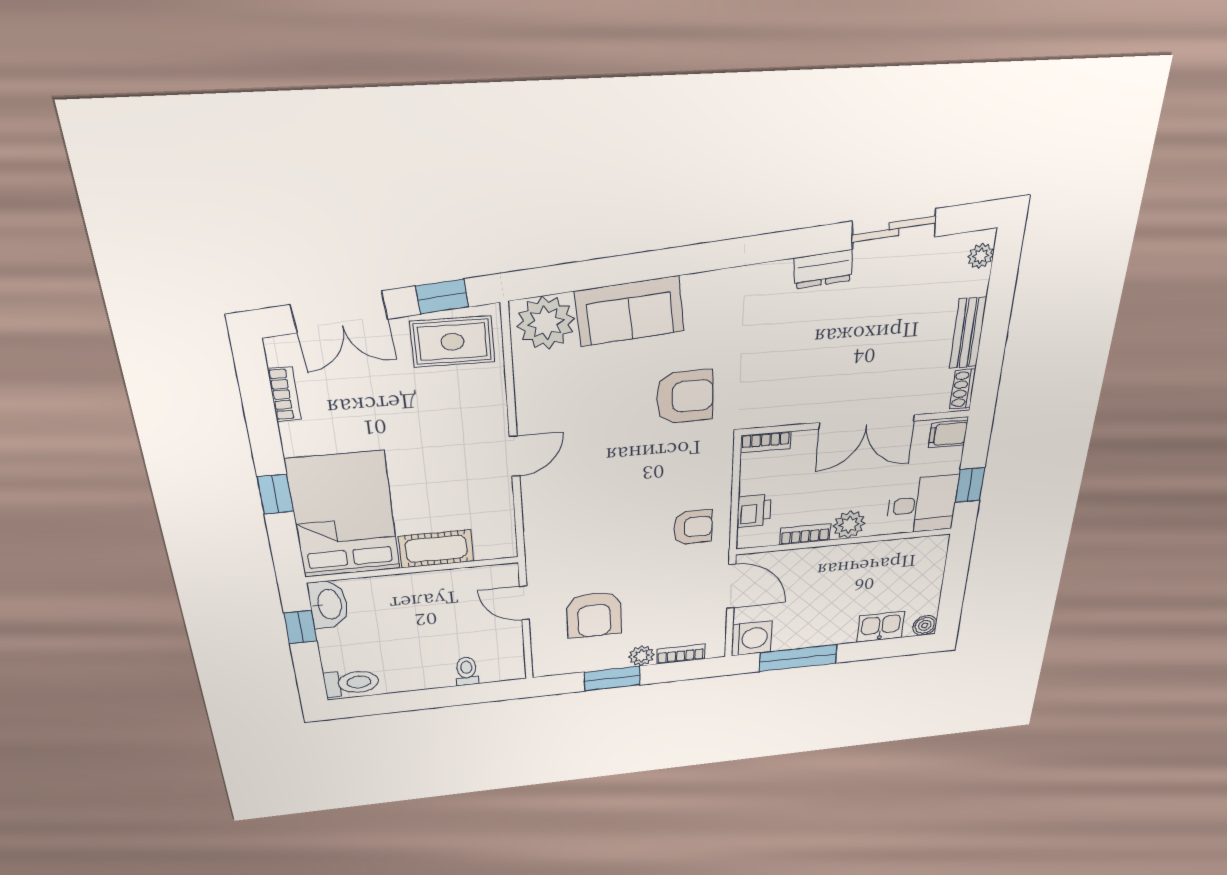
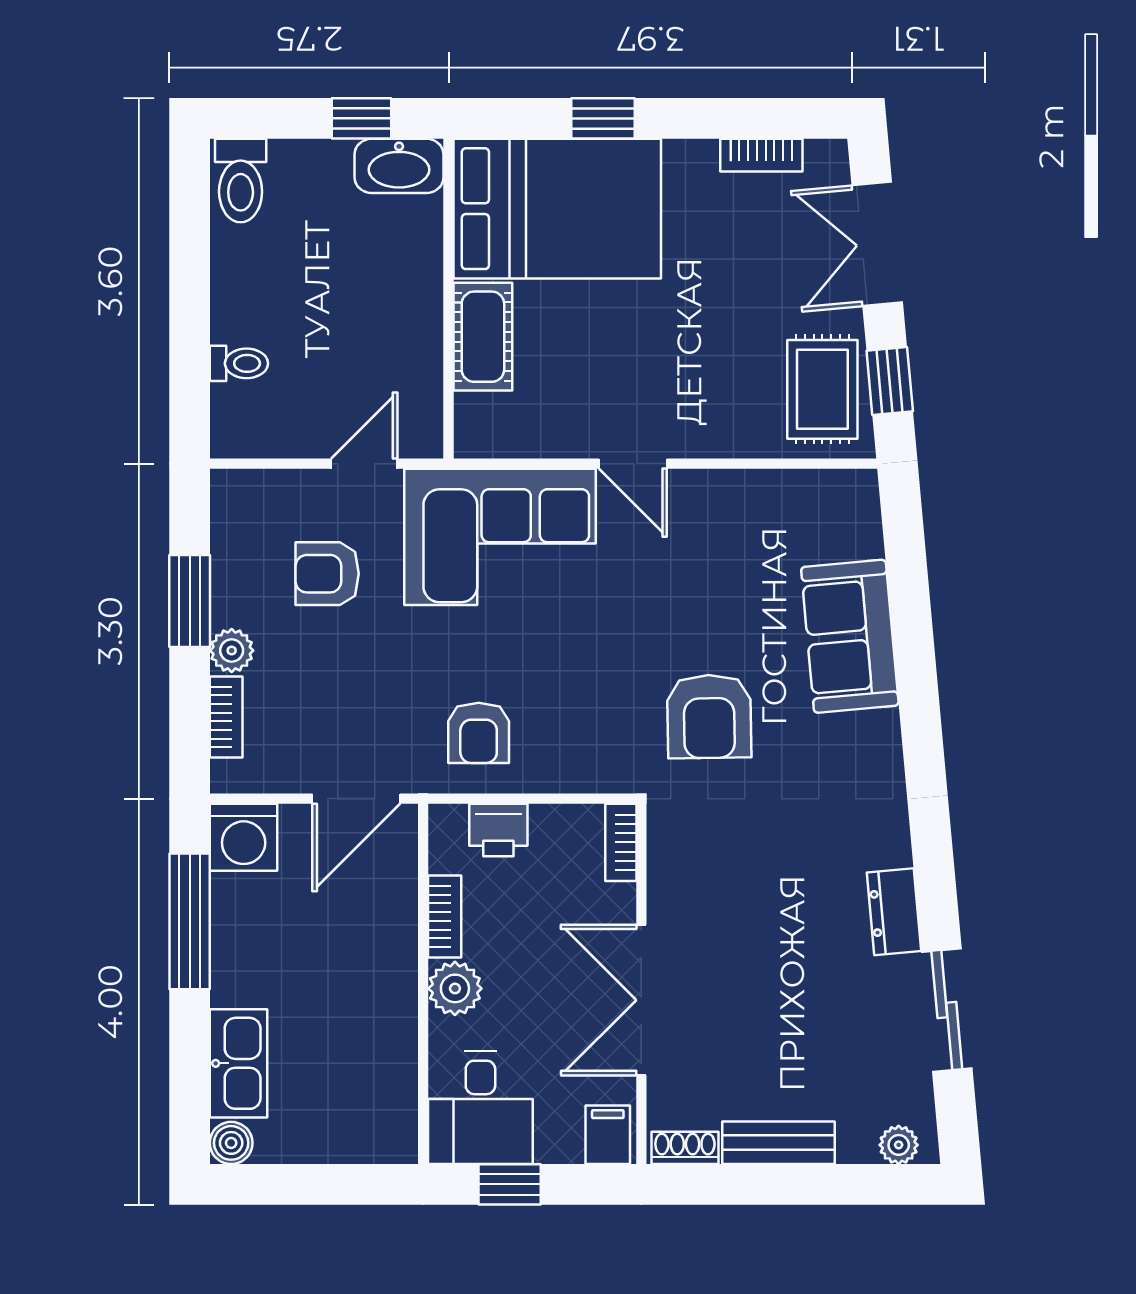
plant: (546, 323) -> (841, 519), removed
corner sofa: (568, 527) -> (500, 537), added
armchair: (594, 615) -> (327, 574), width x0.72, depth x0.72
kitchen sink: (881, 627) -> (239, 1063), width x1.38

